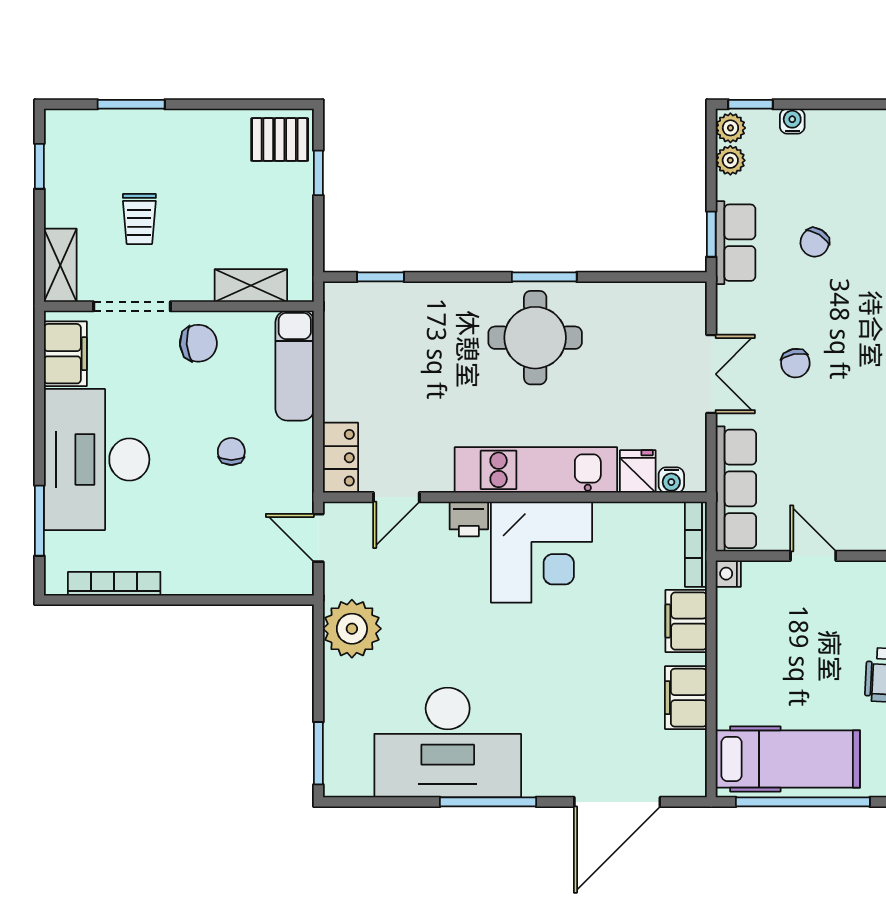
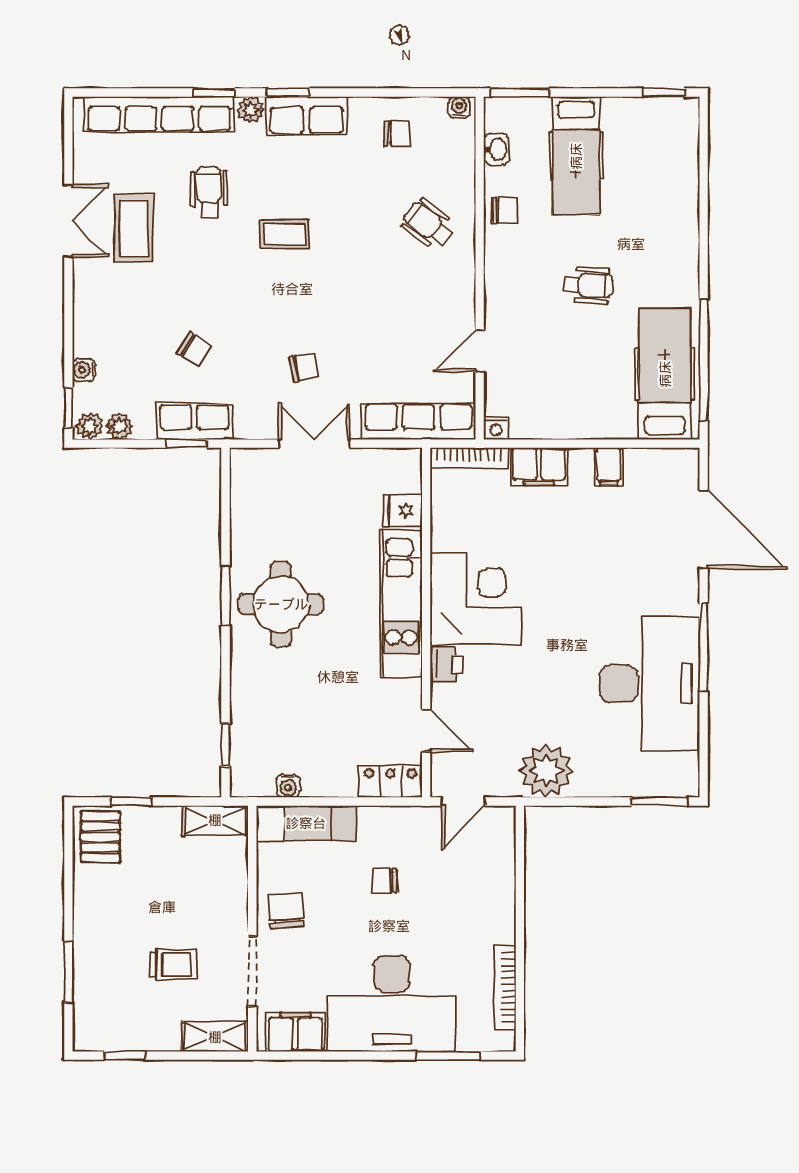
shelving: (251, 286) -> (215, 820), moved, turned 90
water cooler: (671, 480) -> (288, 786), moved, turned 90
filing cabinet: (686, 698) -> (609, 467), width x0.50

